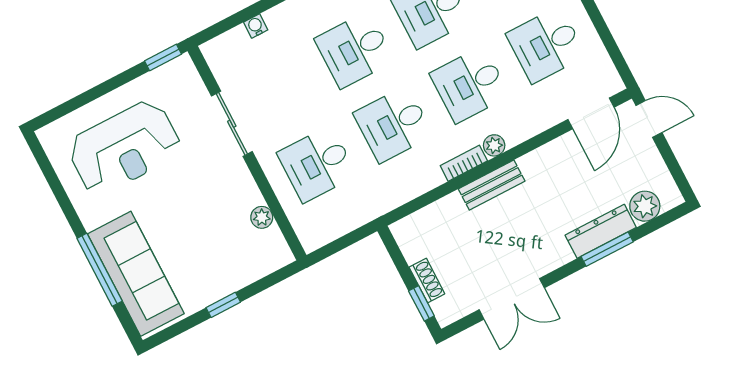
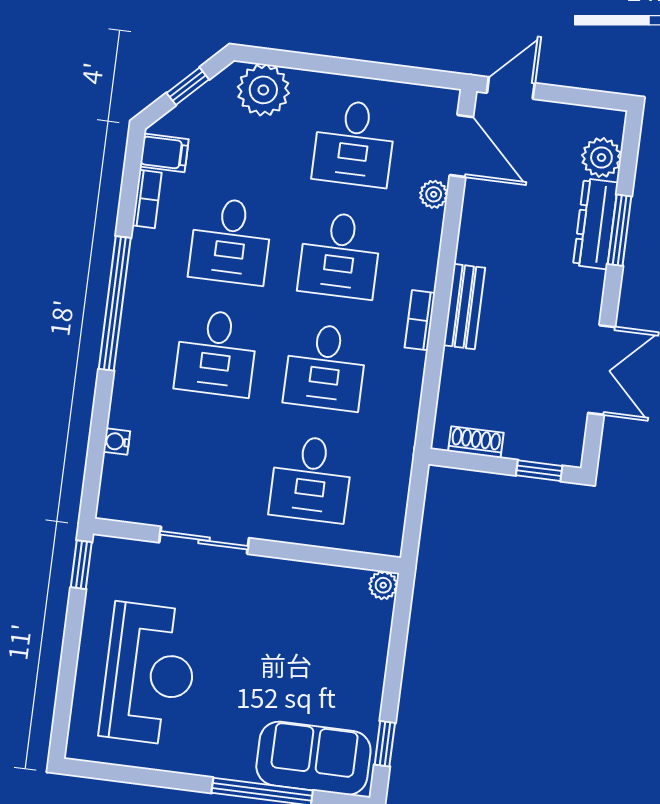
plant: (494, 145) -> (434, 194), moved
plant: (262, 217) -> (383, 585), moved
sofa: (136, 274) -> (313, 758), width x0.73
shoe rack: (427, 280) -> (476, 442), moved
window: (223, 305) -> (385, 744), moved

